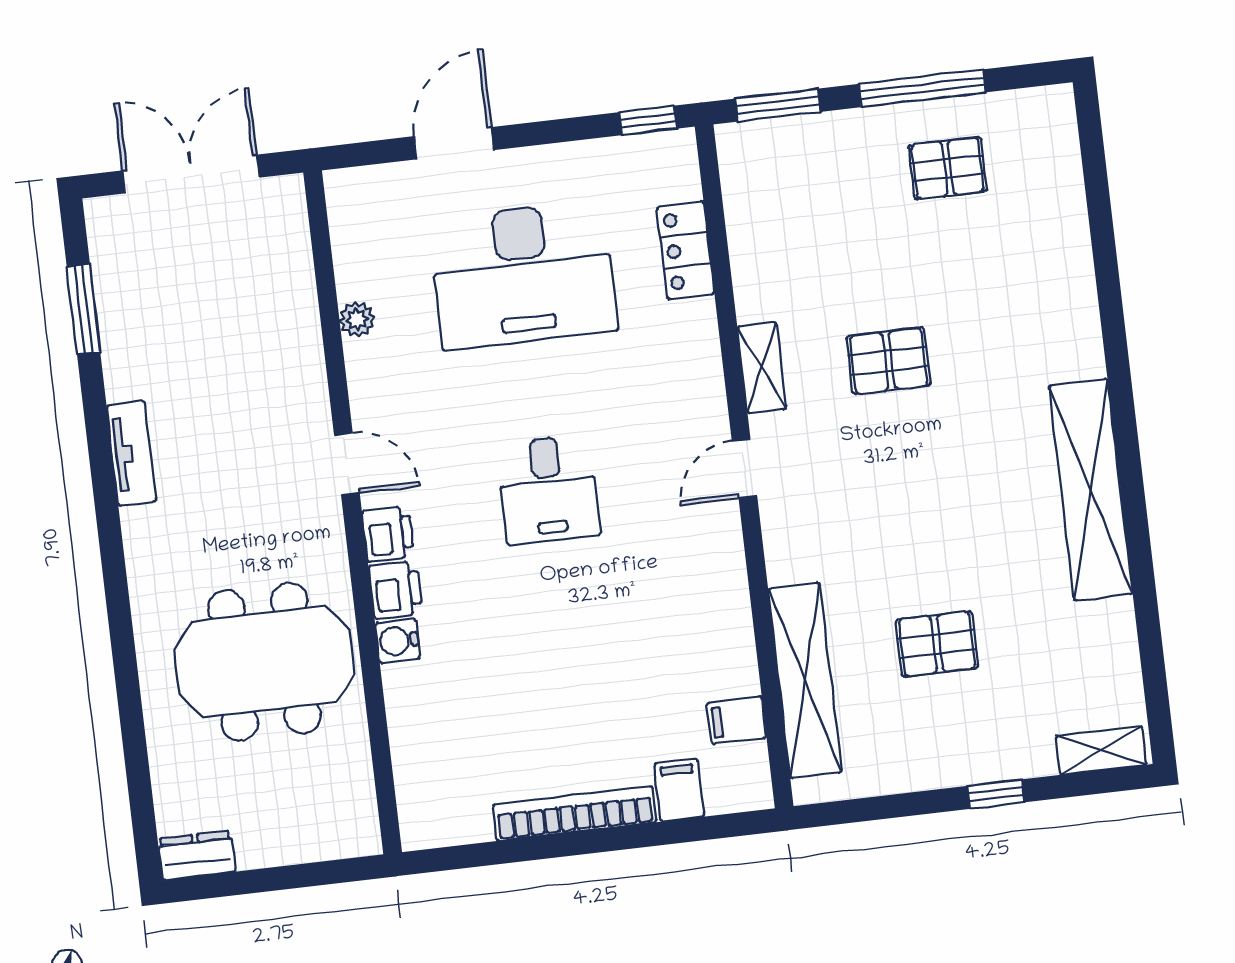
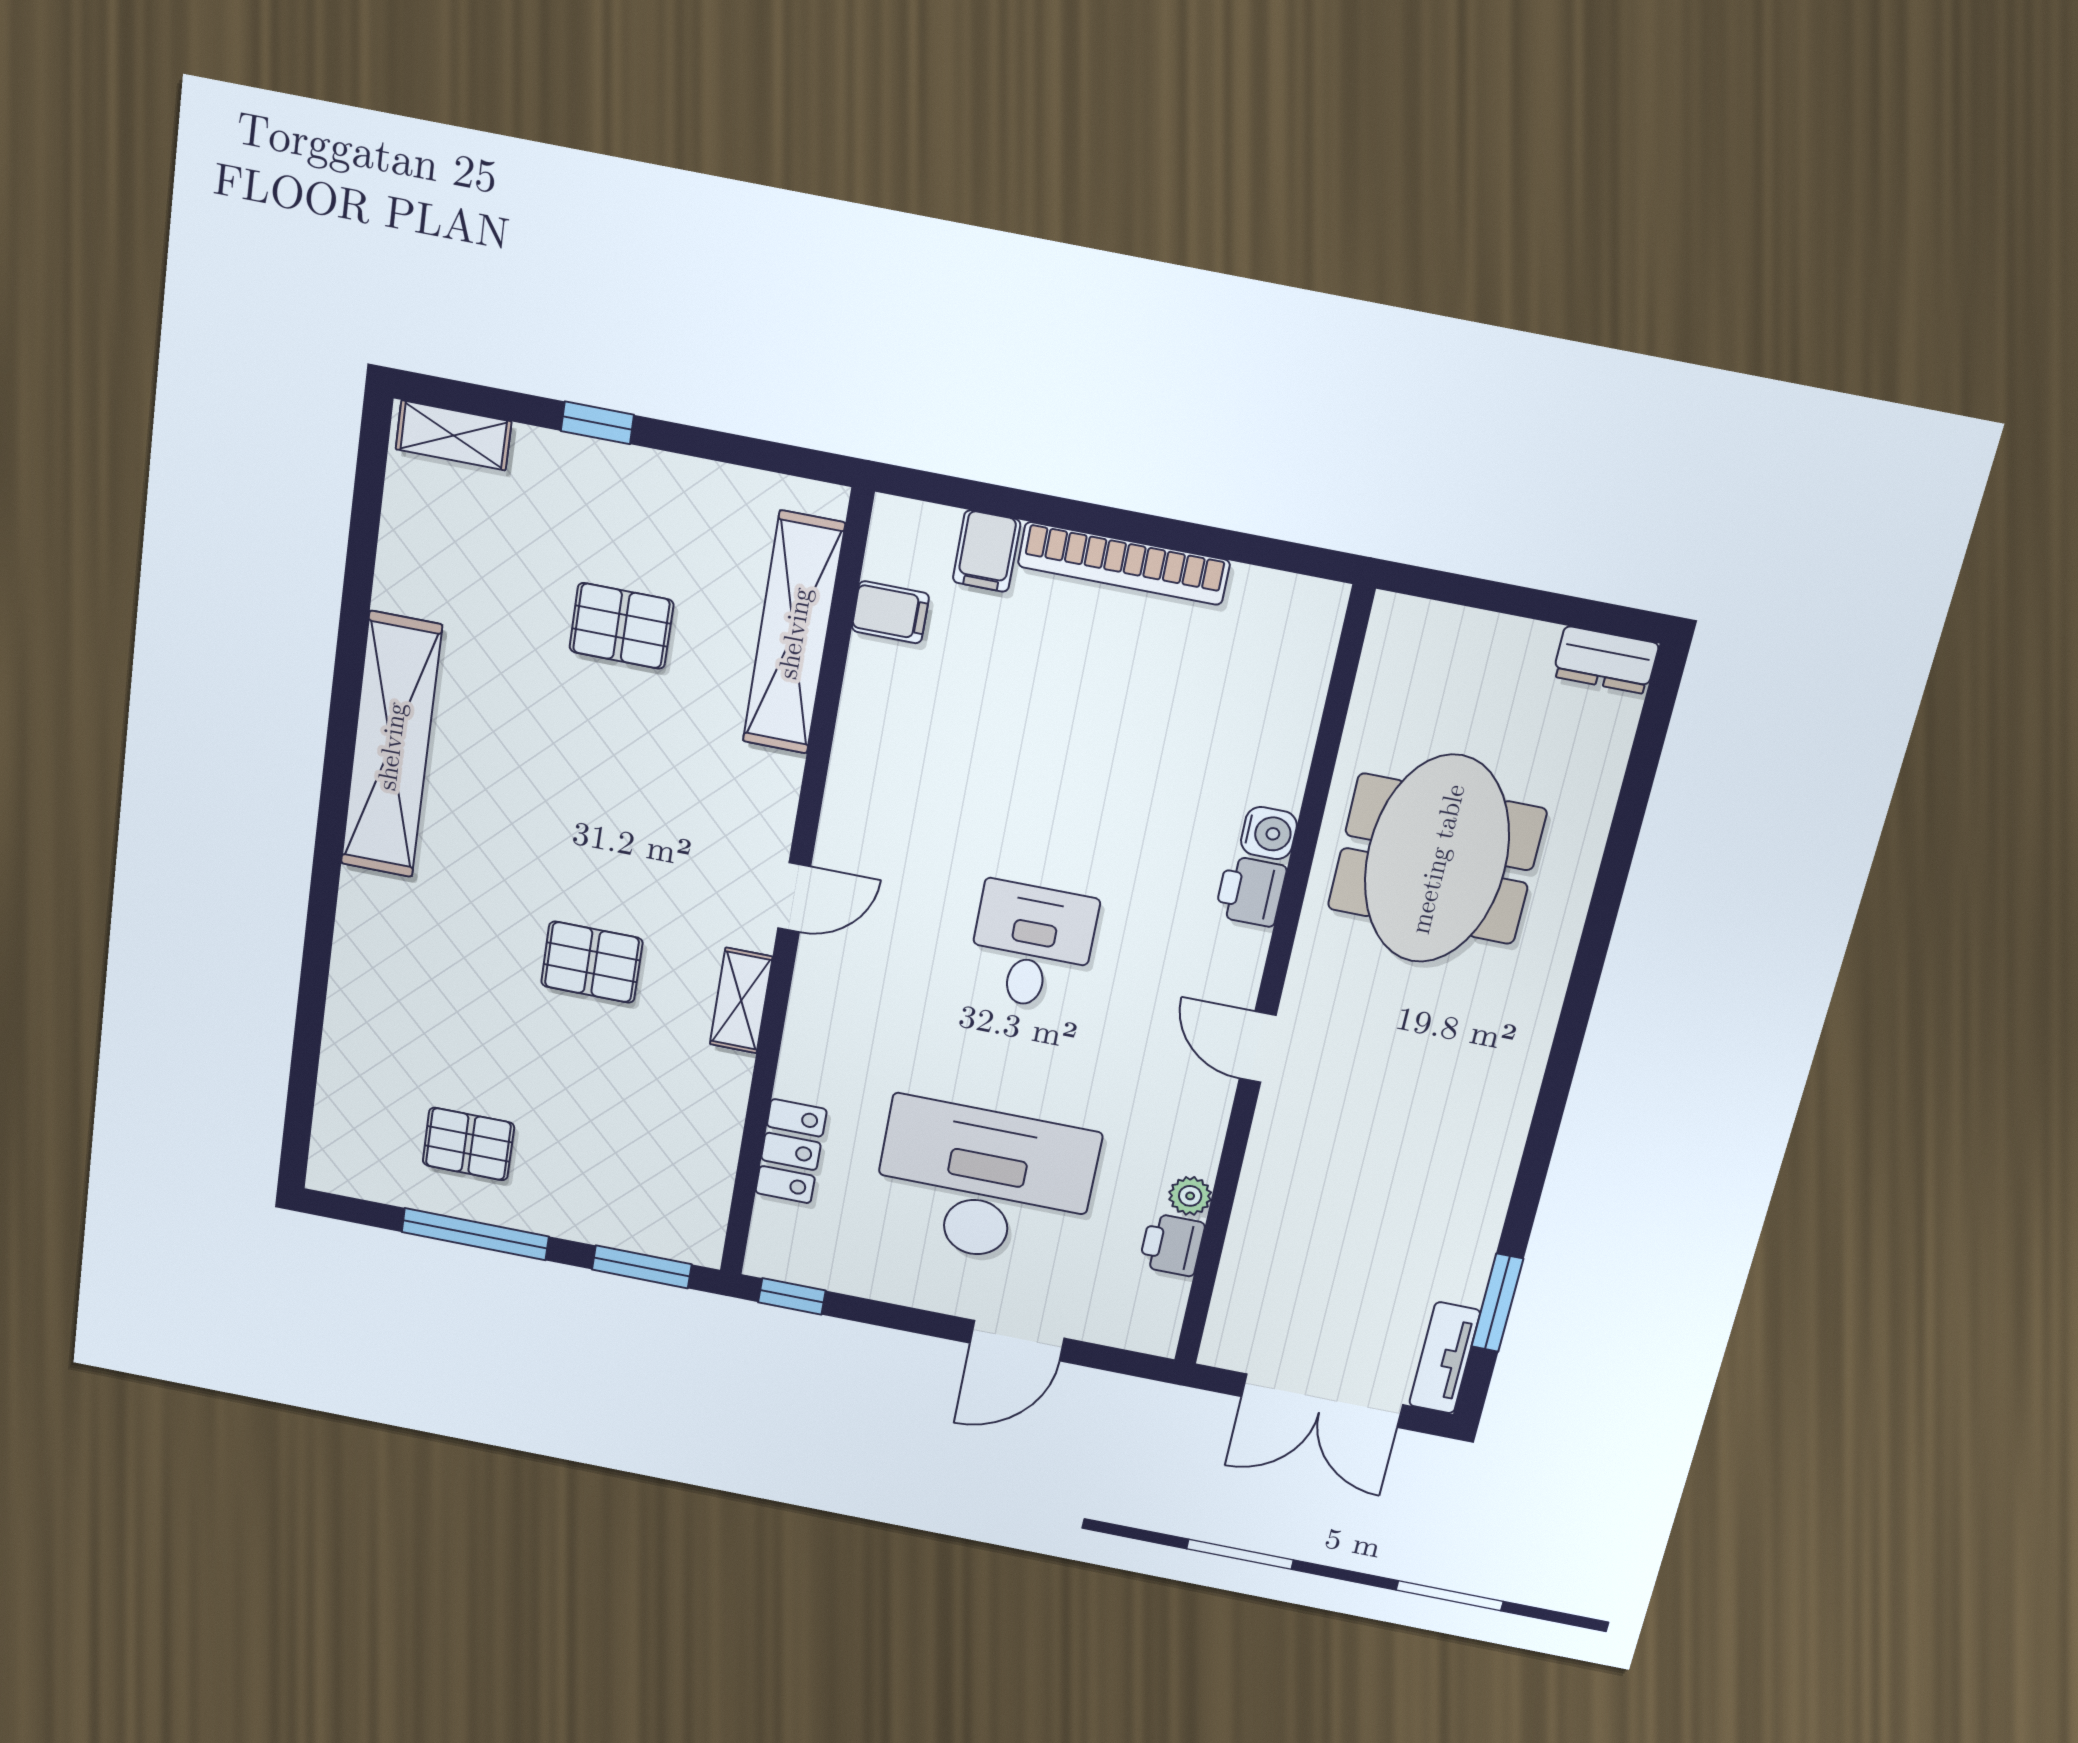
tv unit: (132, 454) -> (1445, 1358), moved
printer: (388, 534) -> (1172, 1245), moved
meeting table: (264, 662) -> (1437, 859), turned 90

